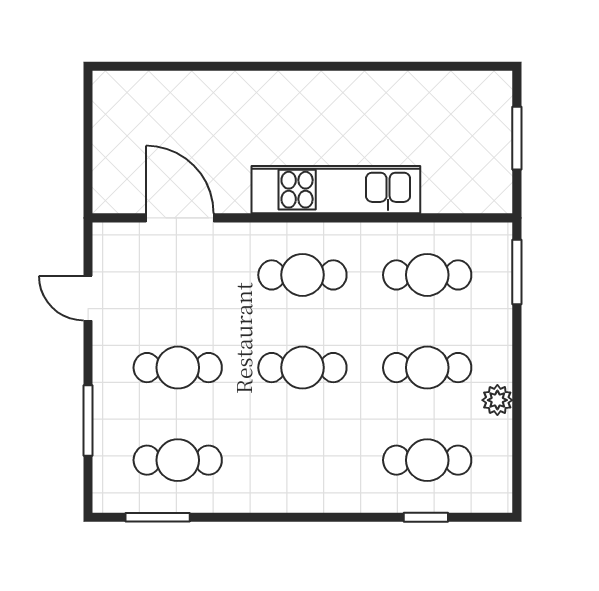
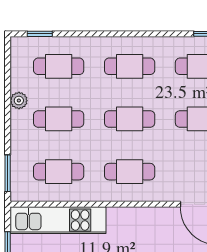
kitchen unit: (336, 190) -> (58, 220), moved
cafe table: (302, 460) -> (130, 66), added
window: (426, 517) -> (40, 34), moved

